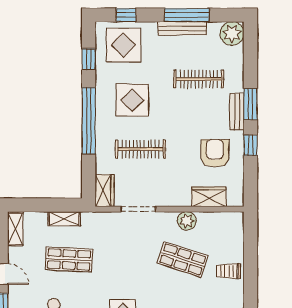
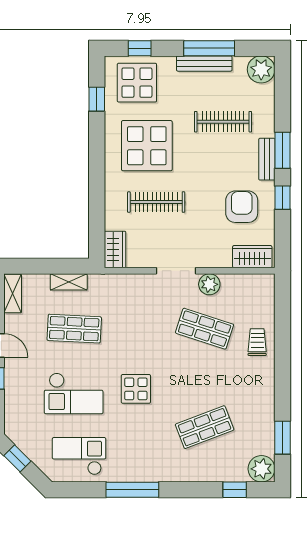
display table: (132, 100) -> (147, 146), width x1.36, depth x1.36
window: (89, 121) -> (97, 169), removed
wardrobe: (209, 197) -> (252, 257), moved
doorway: (138, 209) -> (176, 271), moved
trolley: (228, 271) -> (257, 342), turned 90

